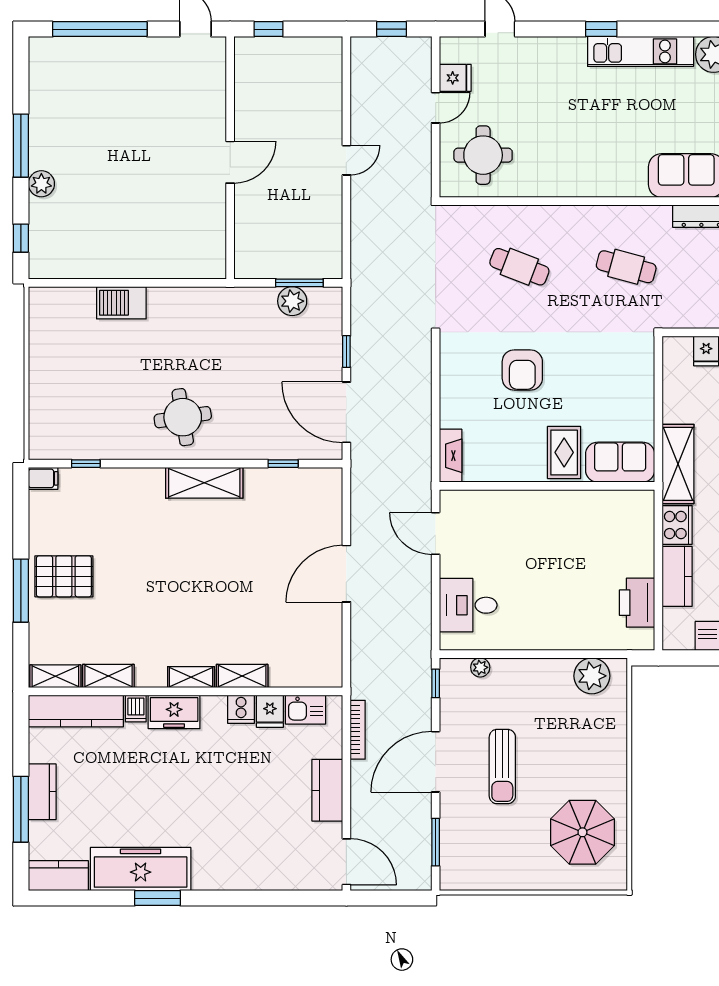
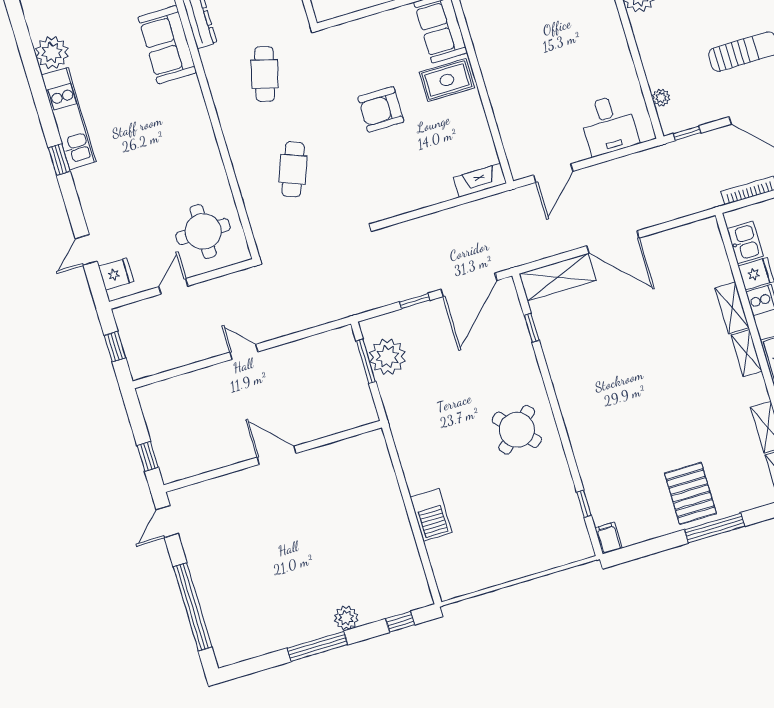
fridge: (455, 78) -> (116, 274), moved, turned 90
door: (436, 108) -> (173, 286), hinge flipped
plant: (292, 301) -> (387, 357), width x1.36, depth x1.36
armchair: (522, 370) -> (381, 109), moved, turned 180
round table: (183, 417) -> (517, 430), turned -33
shelving: (204, 483) -> (558, 277), moved, turned 90

